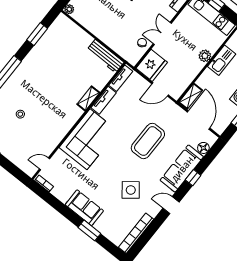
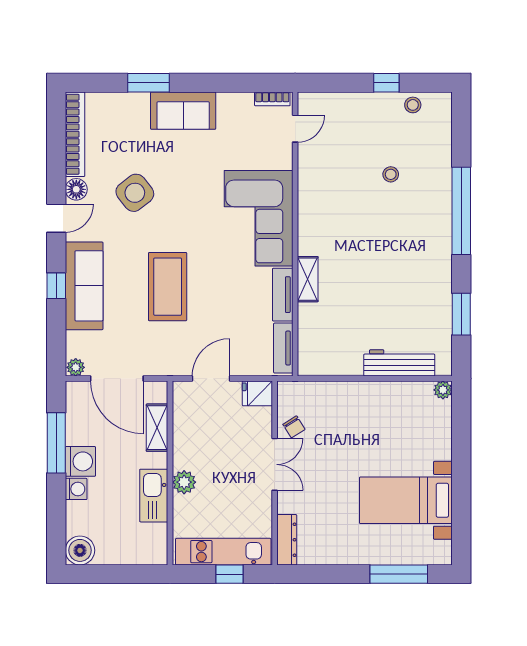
workbench: (105, 56) -> (399, 363), moved
fridge: (152, 65) -> (257, 393), width x0.53, depth x0.75
shelving: (191, 96) -> (157, 428), moved
plant: (212, 138) -> (76, 367), added
floor lamp: (203, 148) -> (76, 189), moved

